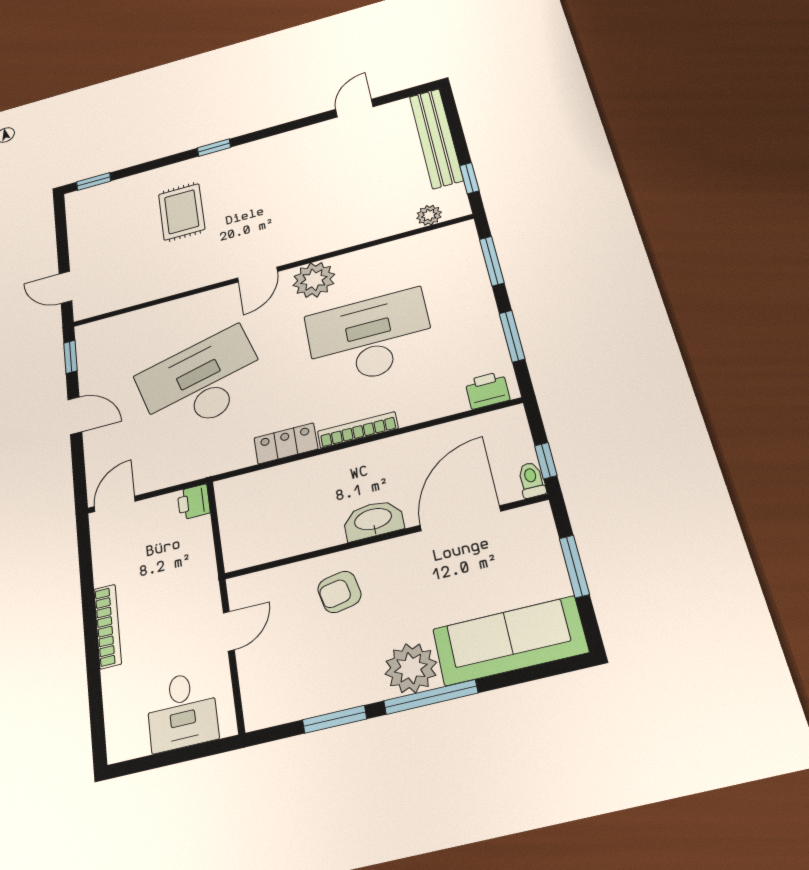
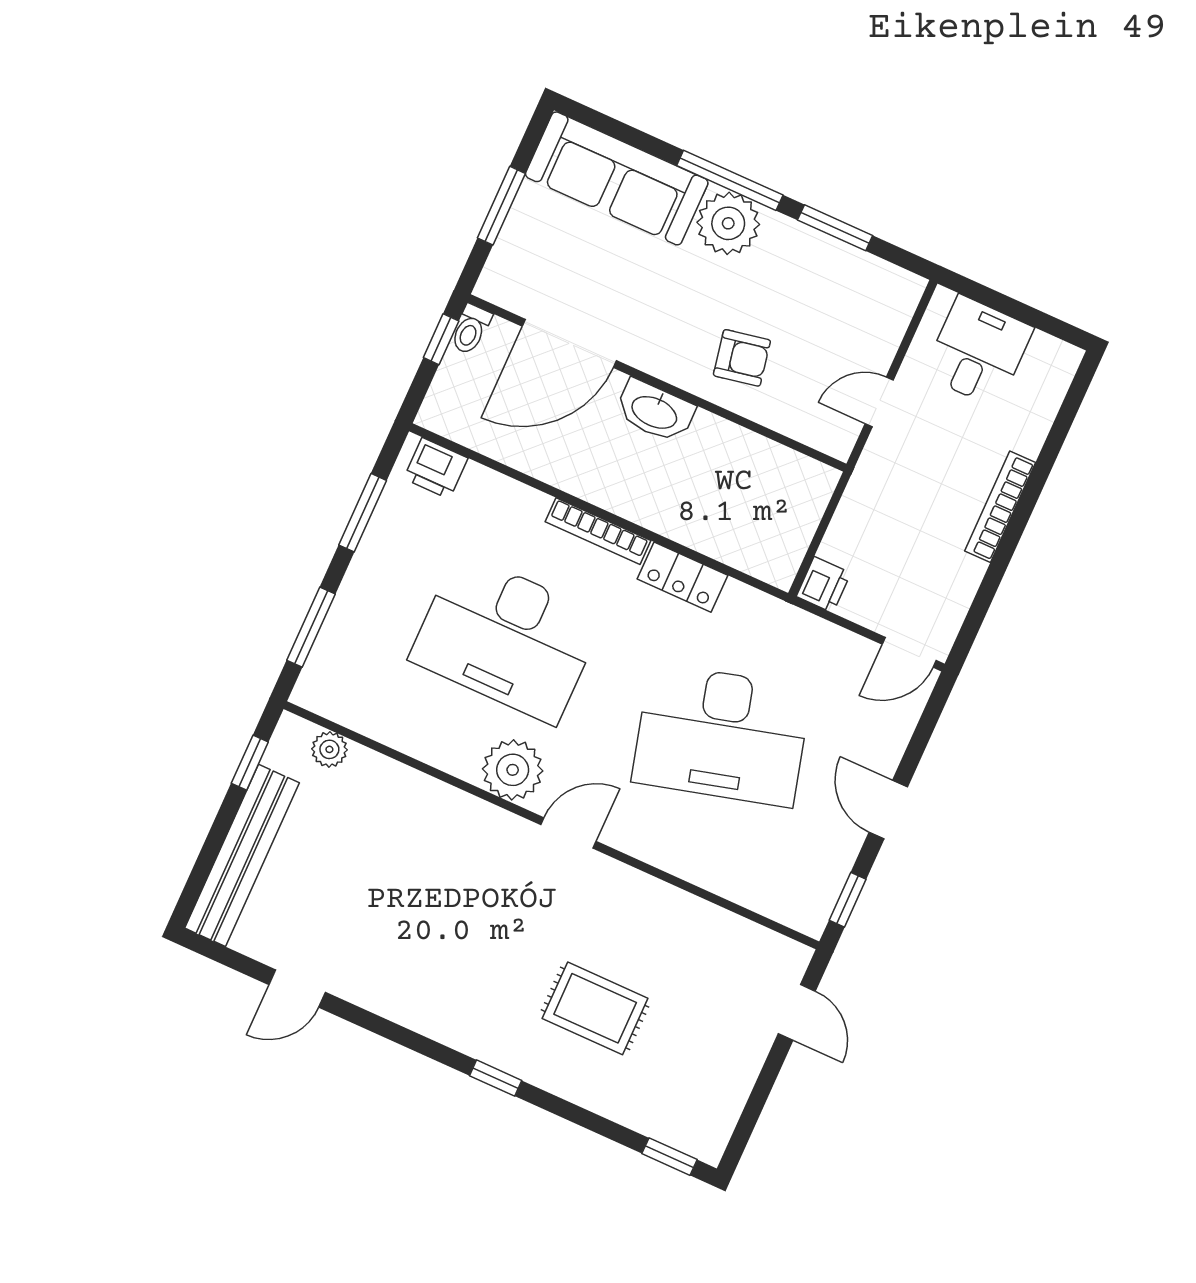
rug: (182, 212) -> (595, 1008), turned 90

